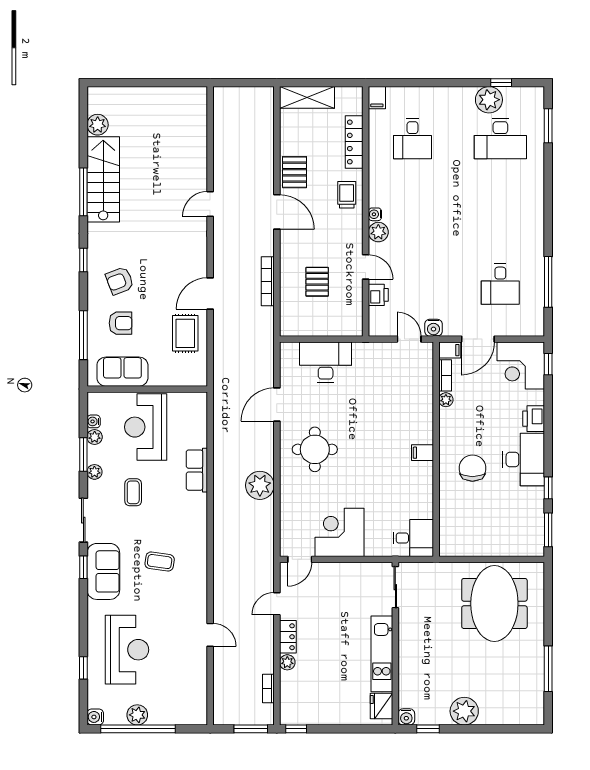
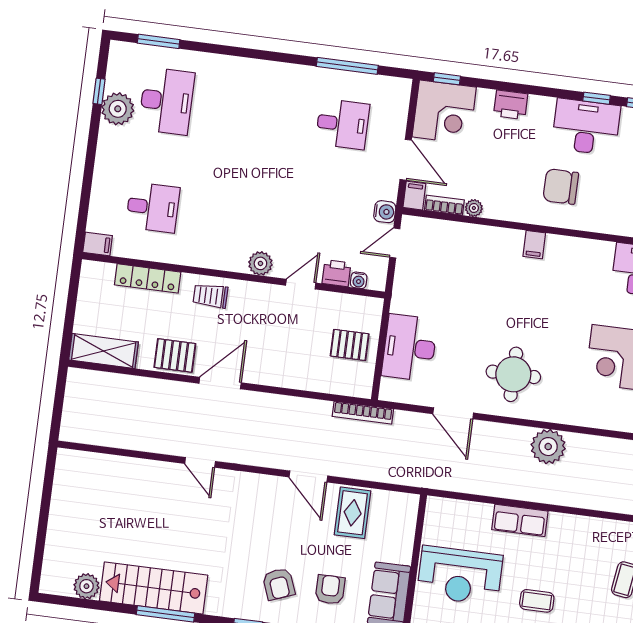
shelving: (307, 97) -> (104, 351), moved, turned 90
water cooler: (375, 214) -> (359, 280), moved
bookcase: (268, 281) -> (363, 413), moved
pallet: (317, 282) -> (350, 345), moved
rug: (185, 333) -> (353, 513), turned 90
desk: (524, 460) -> (586, 127), moved

